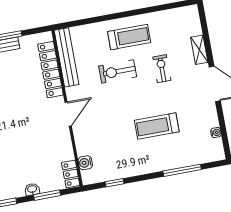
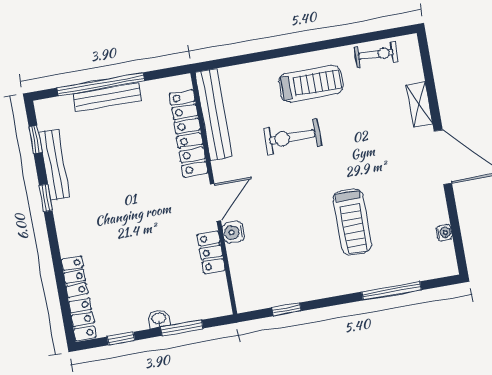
exercise bike: (162, 69) -> (376, 54), moved, turned 92
treadmill: (157, 126) -> (353, 222), turned -90
water cooler: (85, 163) -> (233, 232), moved
locker: (71, 174) -> (211, 252), moved

